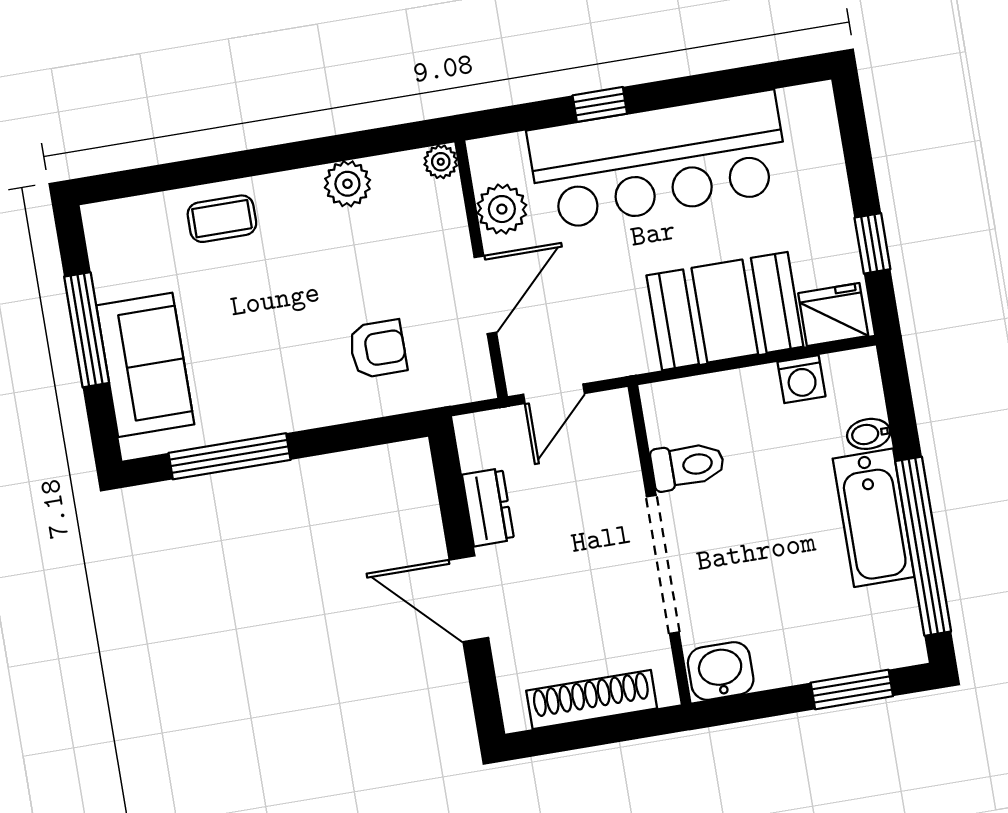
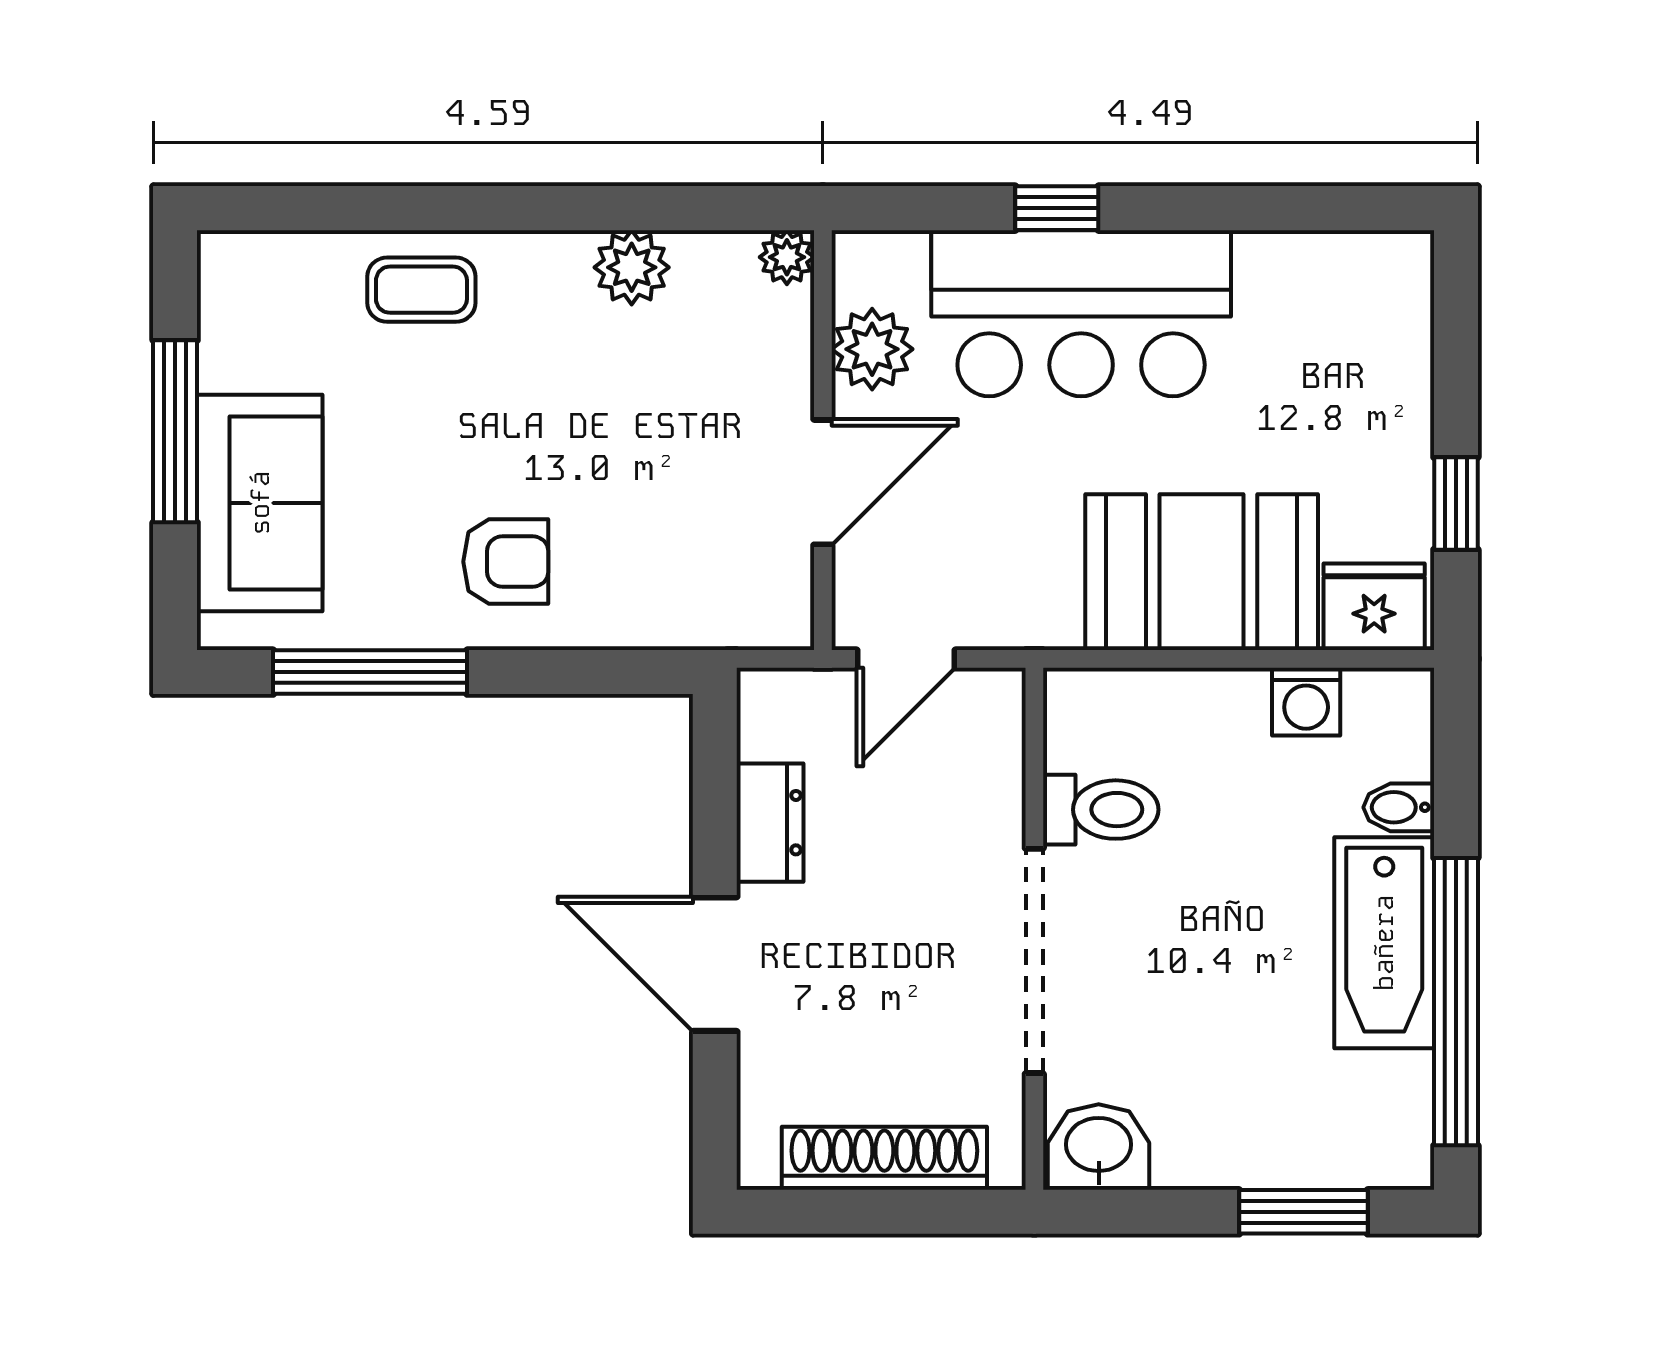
bar counter: (658, 160) -> (1081, 313), width x0.73
armchair: (378, 349) -> (506, 562), moved

